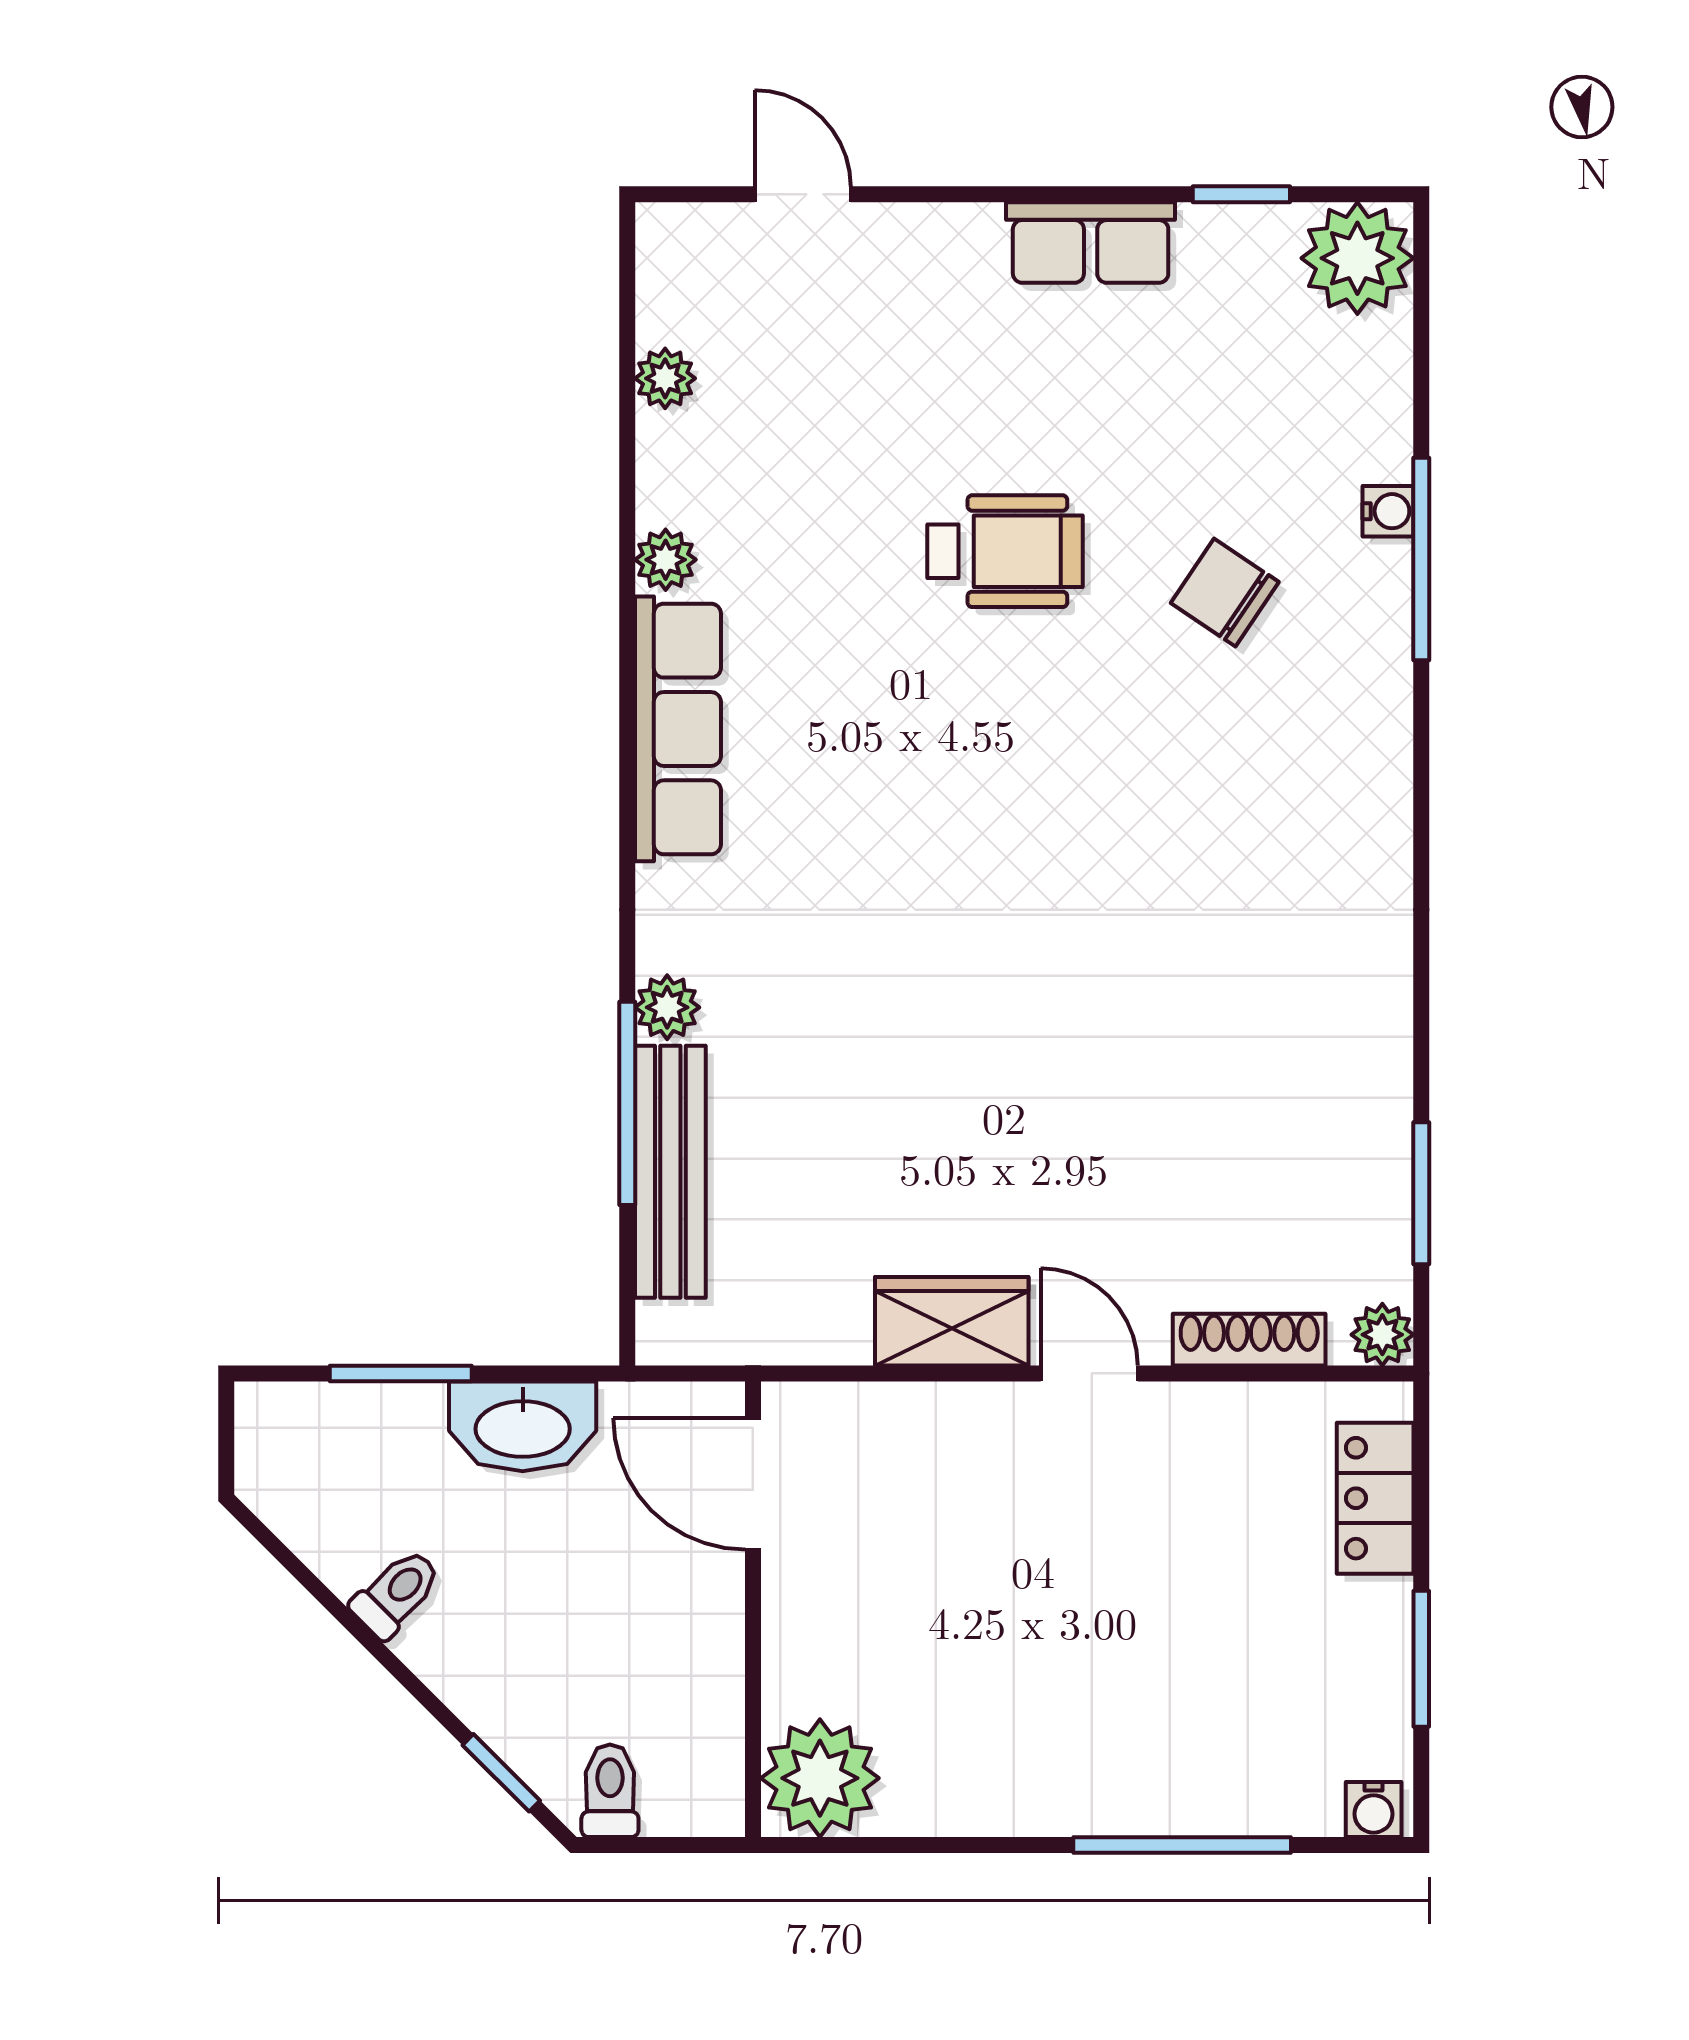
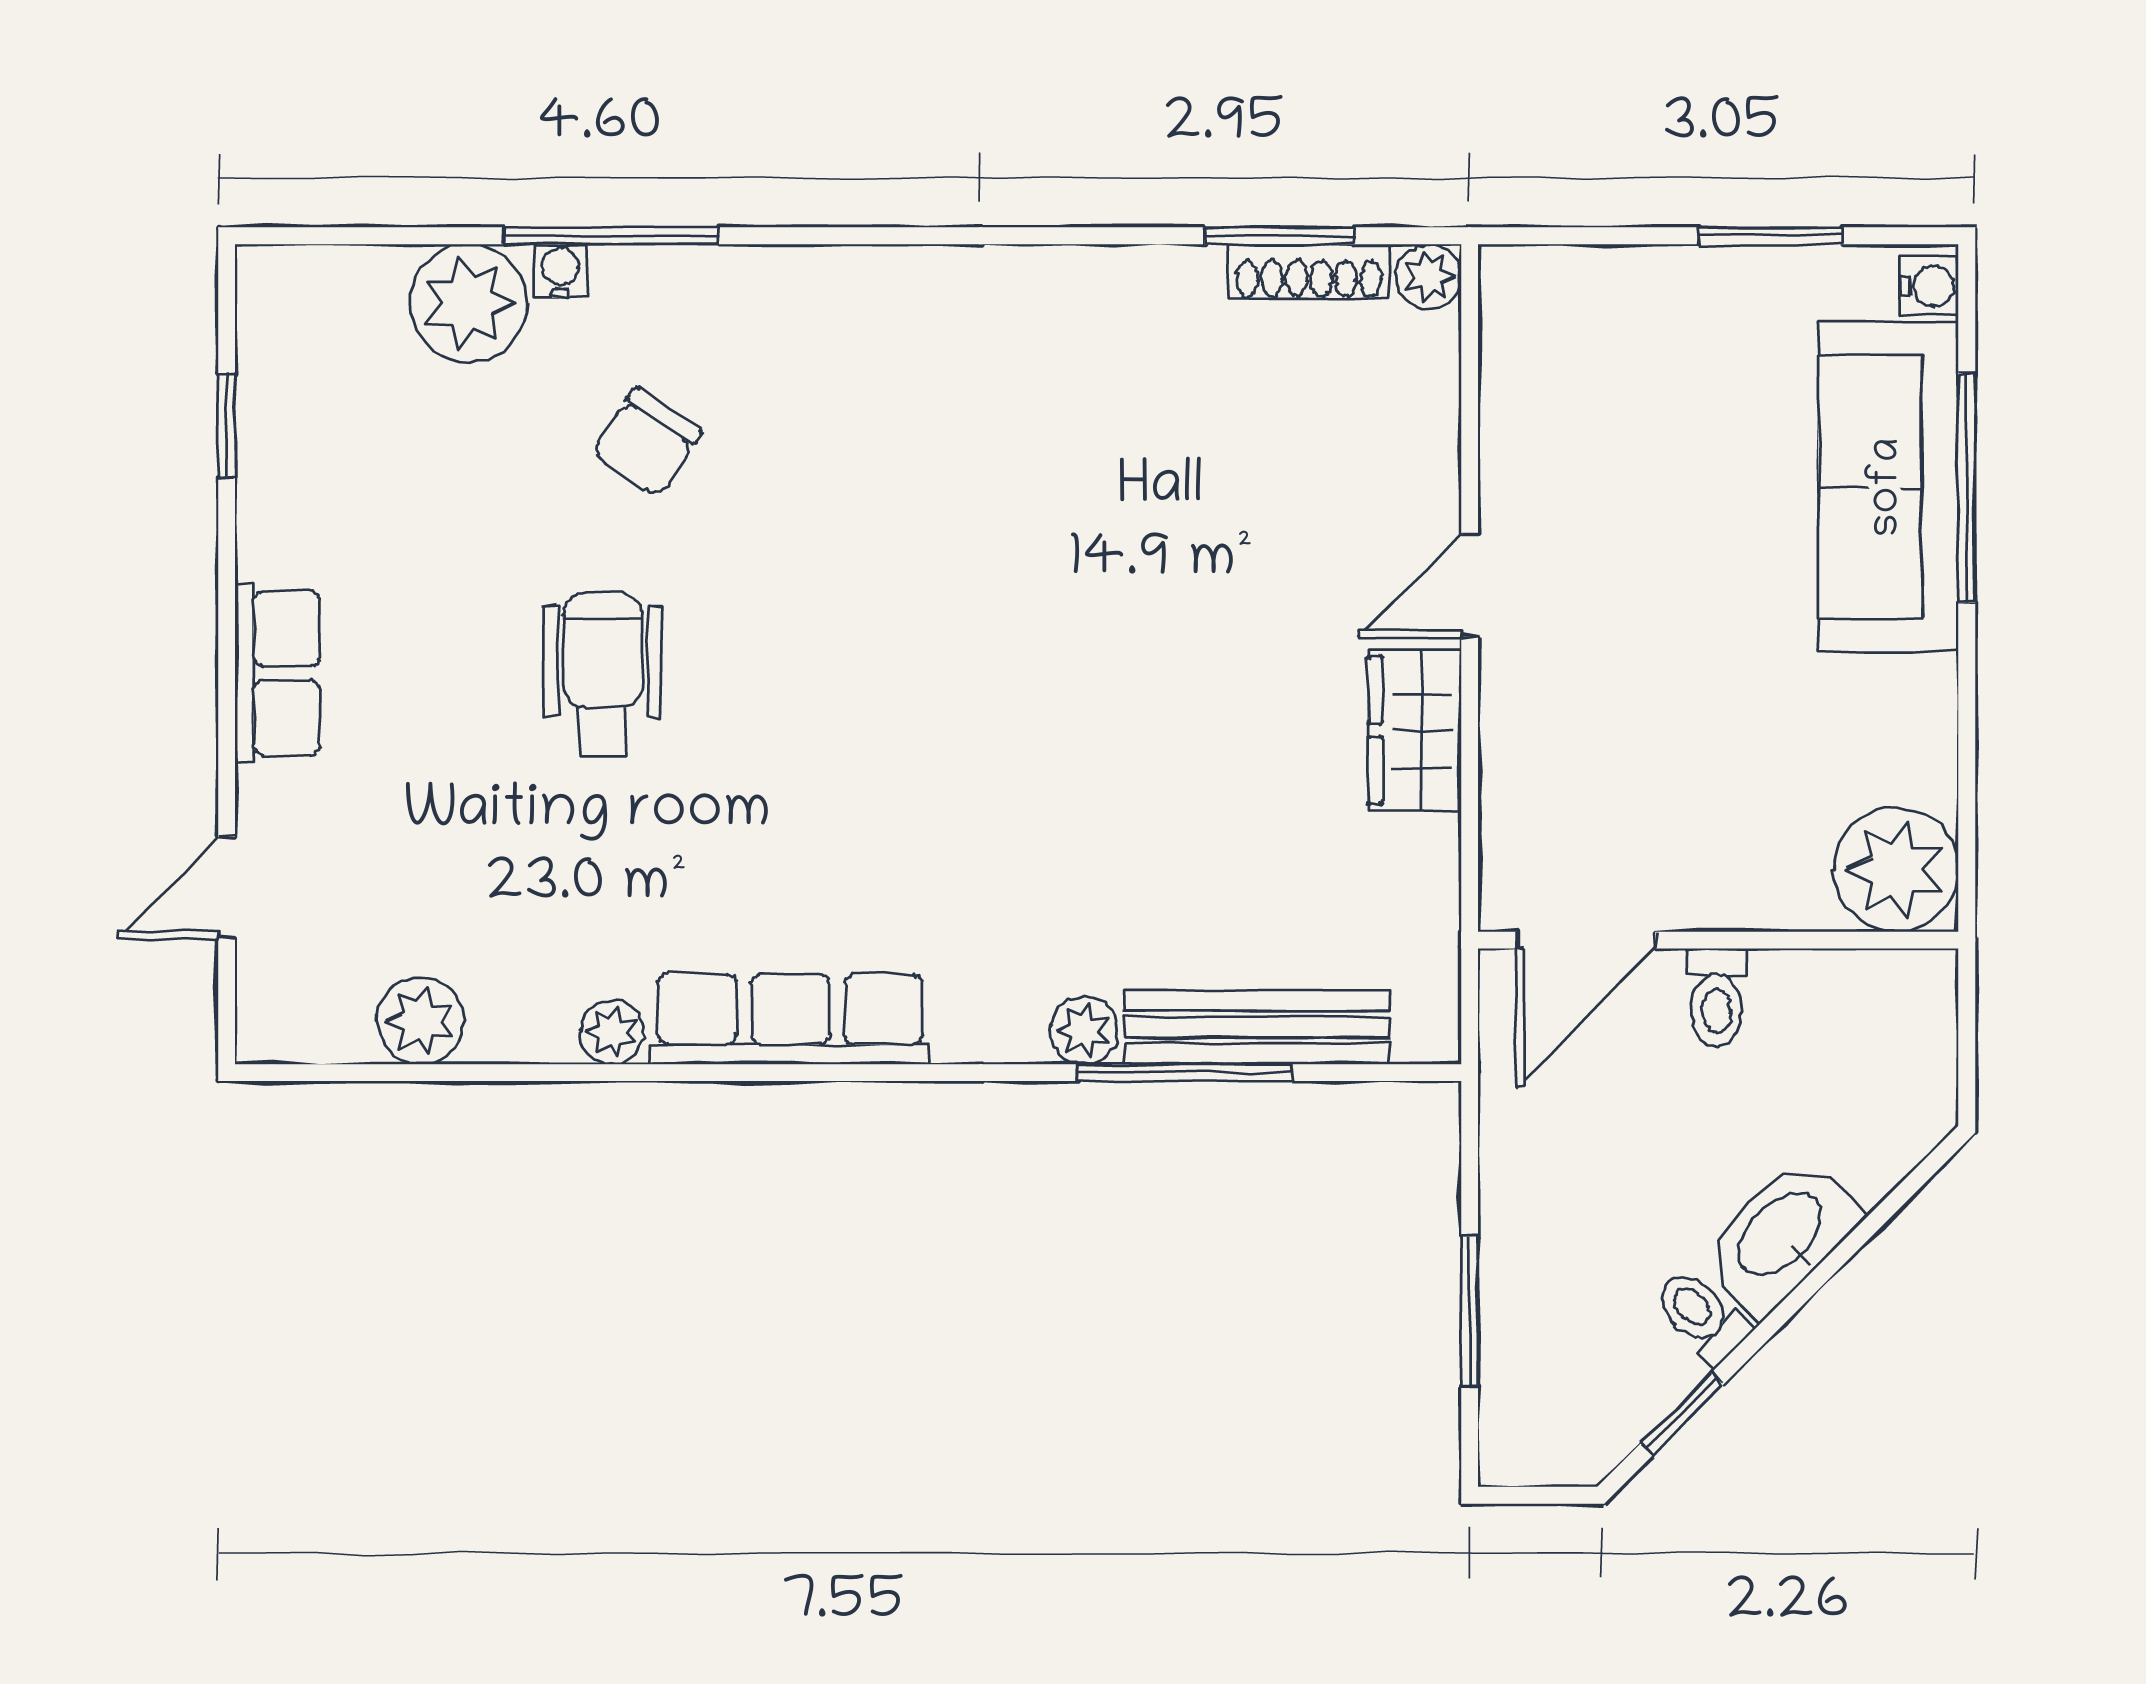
row of seats: (1091, 243) -> (277, 673), moved
plant: (1357, 258) -> (468, 303), moved
plant: (665, 378) -> (421, 1021), width x1.38, depth x1.38
shoe rack: (1249, 1340) -> (1309, 271), moved, turned -90
washbasin: (523, 1426) -> (1781, 1236), moved, turned -135
locker: (1375, 1498) -> (1601, 284), removed
sofa: (1183, 1771) -> (1888, 487), added
window: (501, 1773) -> (1682, 1414), moved
toilet: (610, 1791) -> (1717, 997), moved, turned -90

